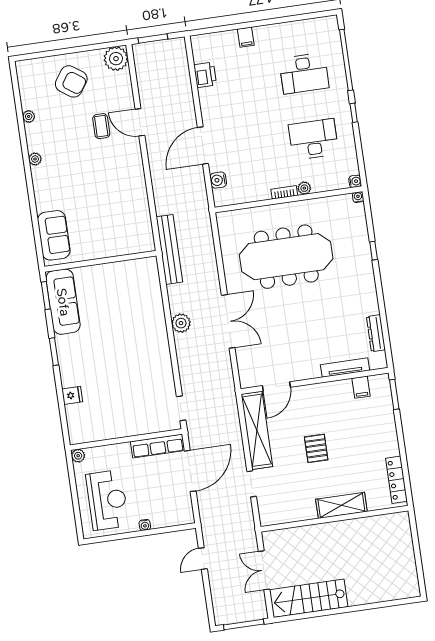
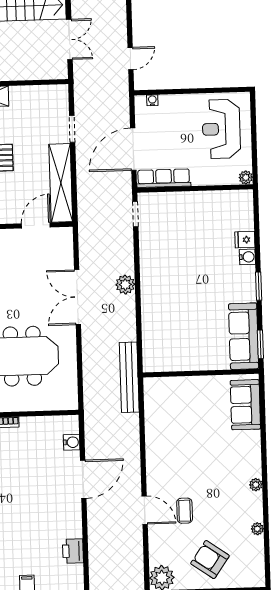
plant: (181, 323) -> (125, 285), moved
water cooler: (68, 379) -> (247, 257), added
water cooler: (145, 525) -> (152, 100), moved

